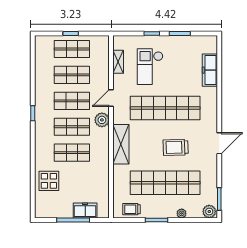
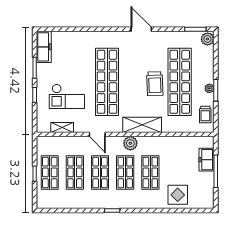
freezer: (210, 70) -> (44, 47), moved, turned -90
plant: (102, 120) -> (130, 143), moved
trolley: (176, 147) -> (155, 84), moved
plant: (182, 213) -> (209, 88), moved

